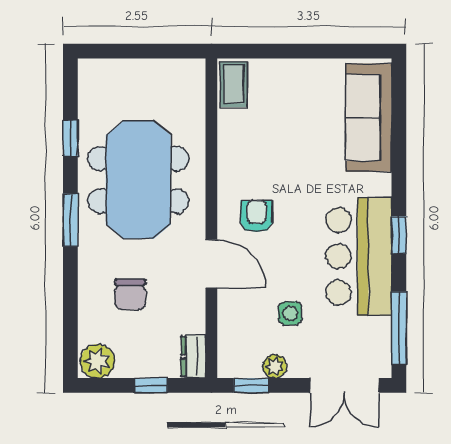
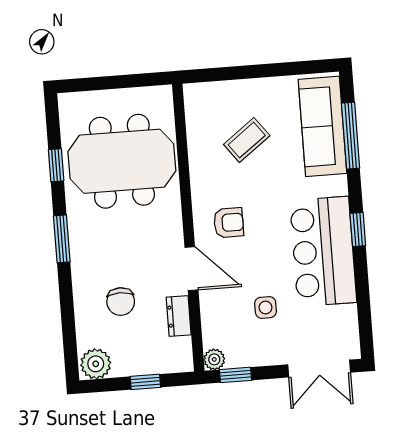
coffee table: (234, 84) -> (247, 140), moved, turned 53
meeting table: (138, 180) -> (122, 161), moved, turned 90
armchair: (257, 216) -> (229, 223), turned 90
window: (399, 328) -> (351, 136), moved
dresser: (193, 356) -> (179, 316), moved
plant: (275, 366) -> (214, 359), moved

